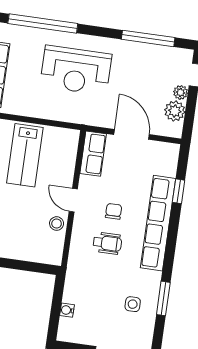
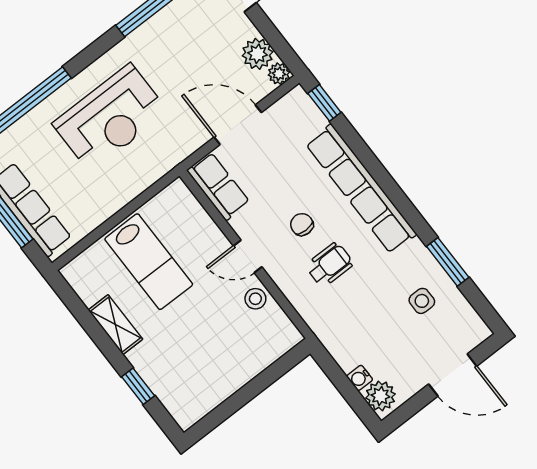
plant: (181, 92) -> (279, 74), moved
window: (179, 191) -> (324, 103), moved
plant: (68, 328) -> (380, 396), added

